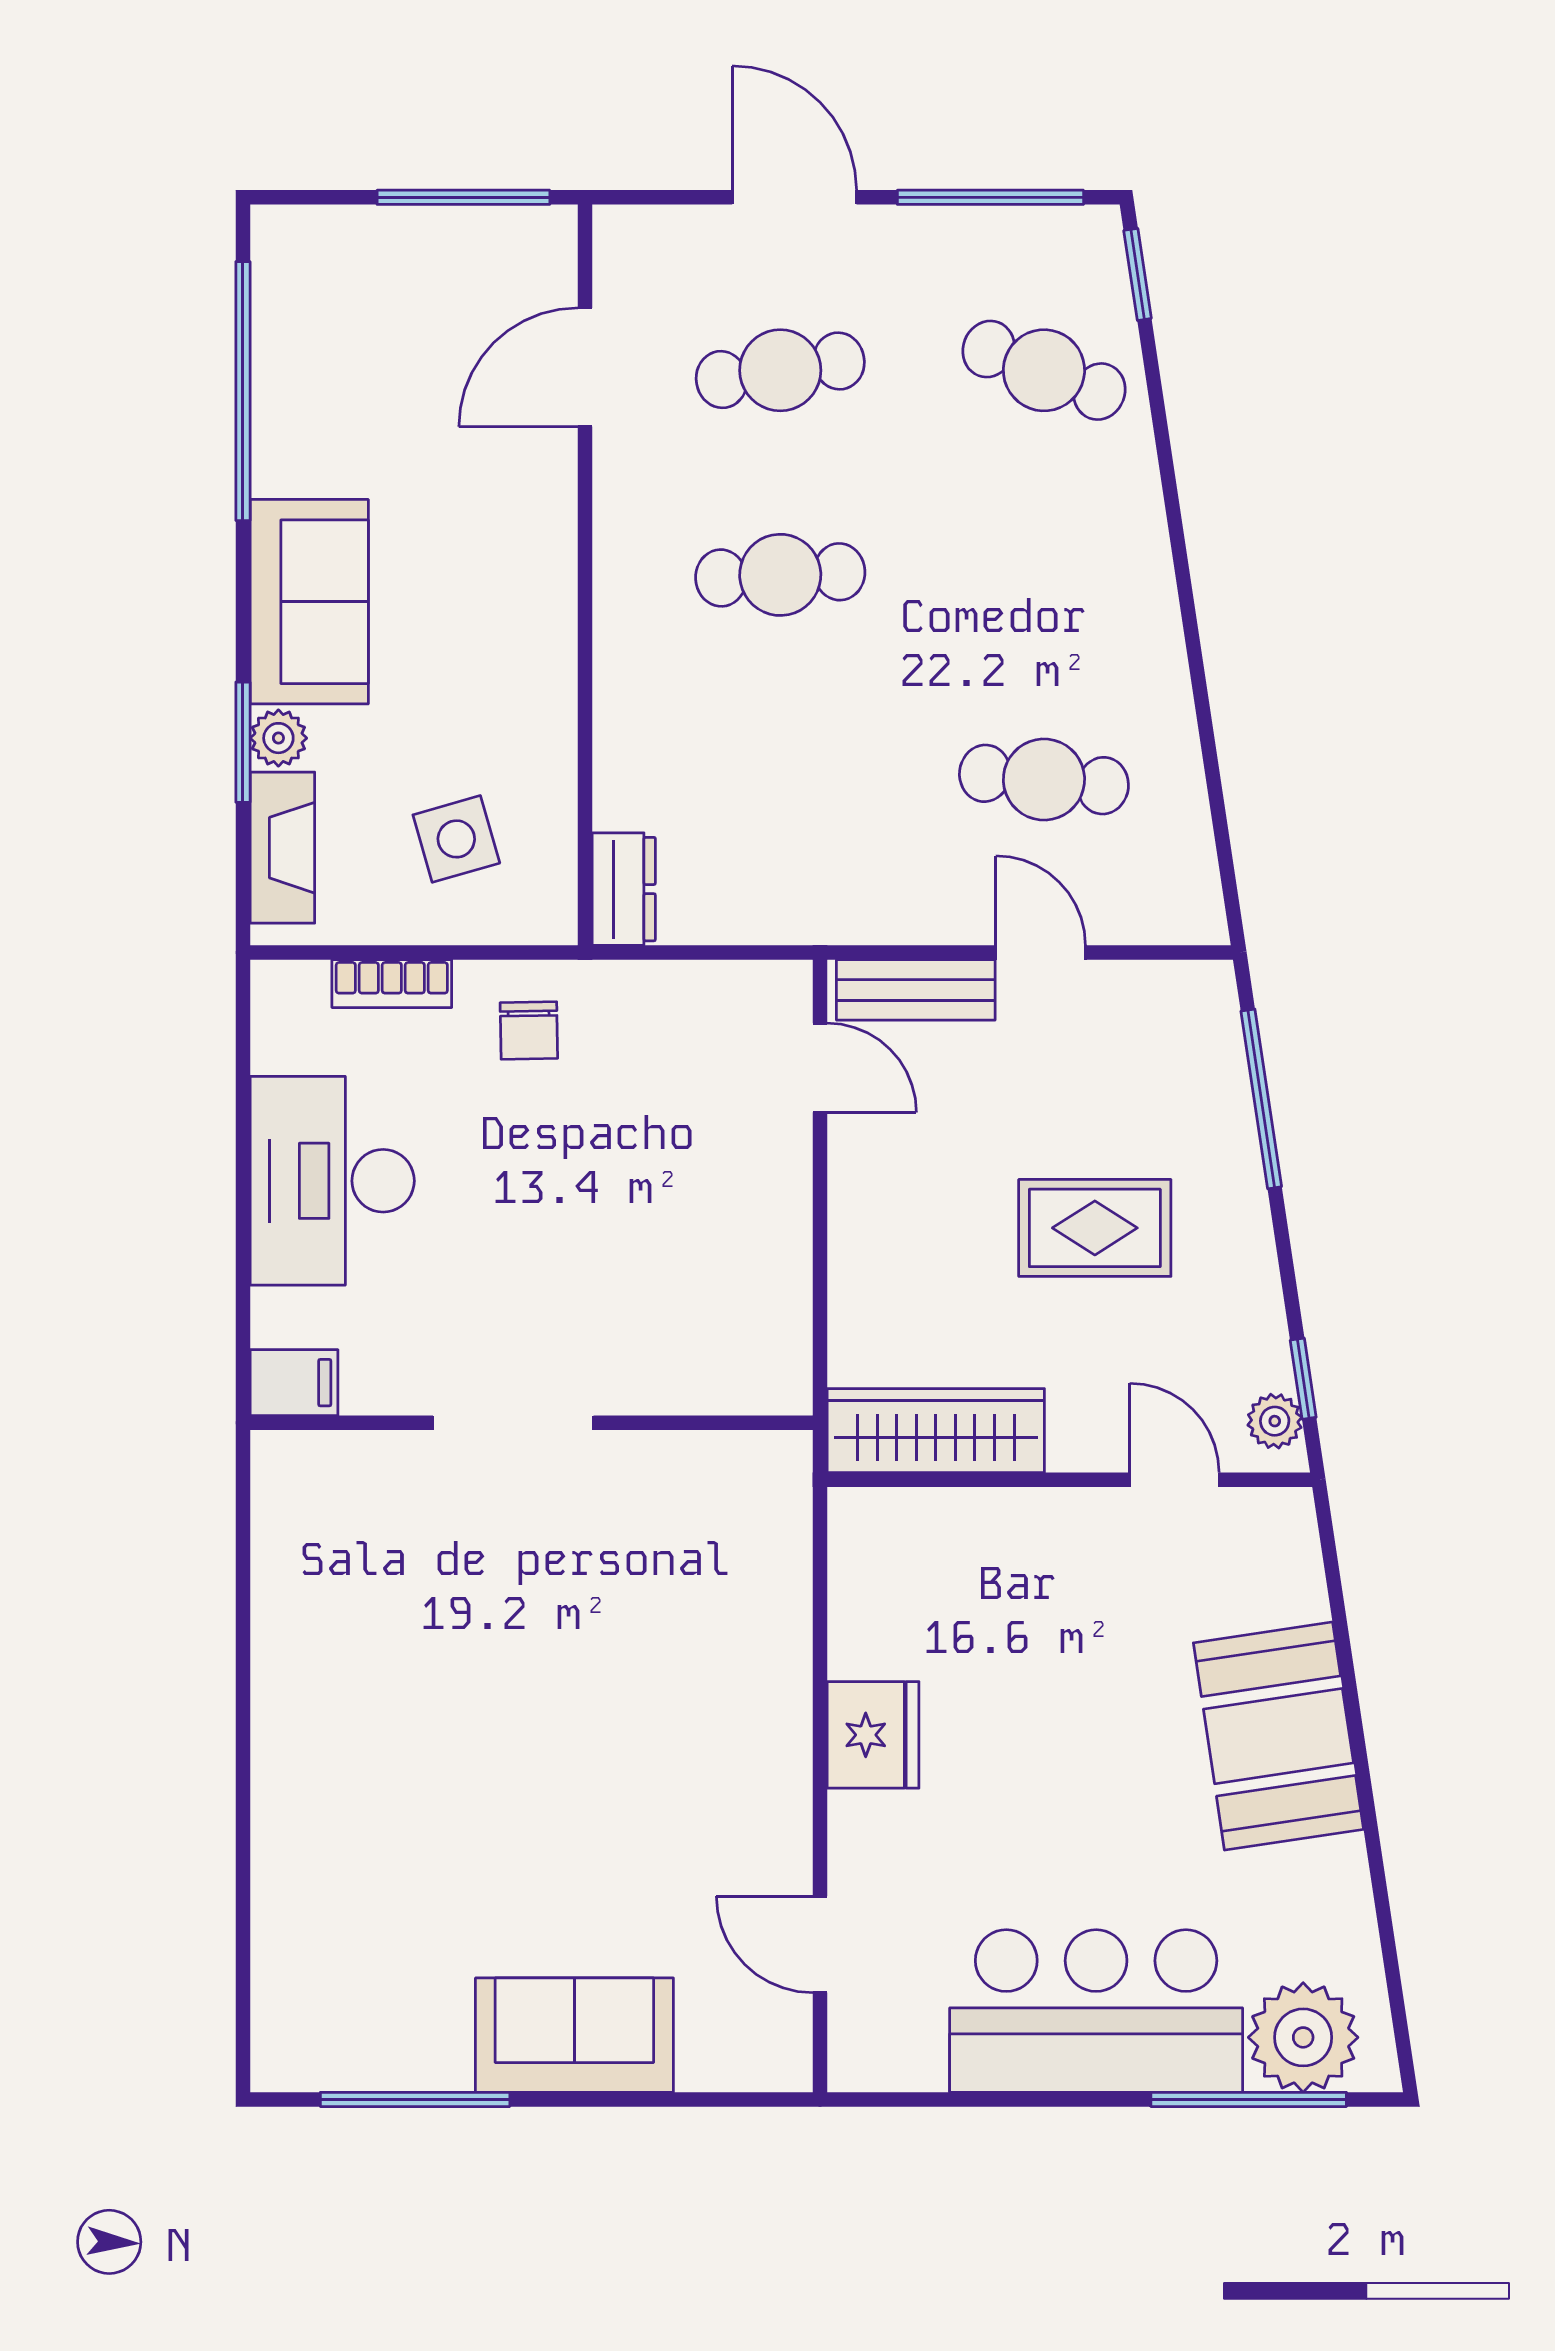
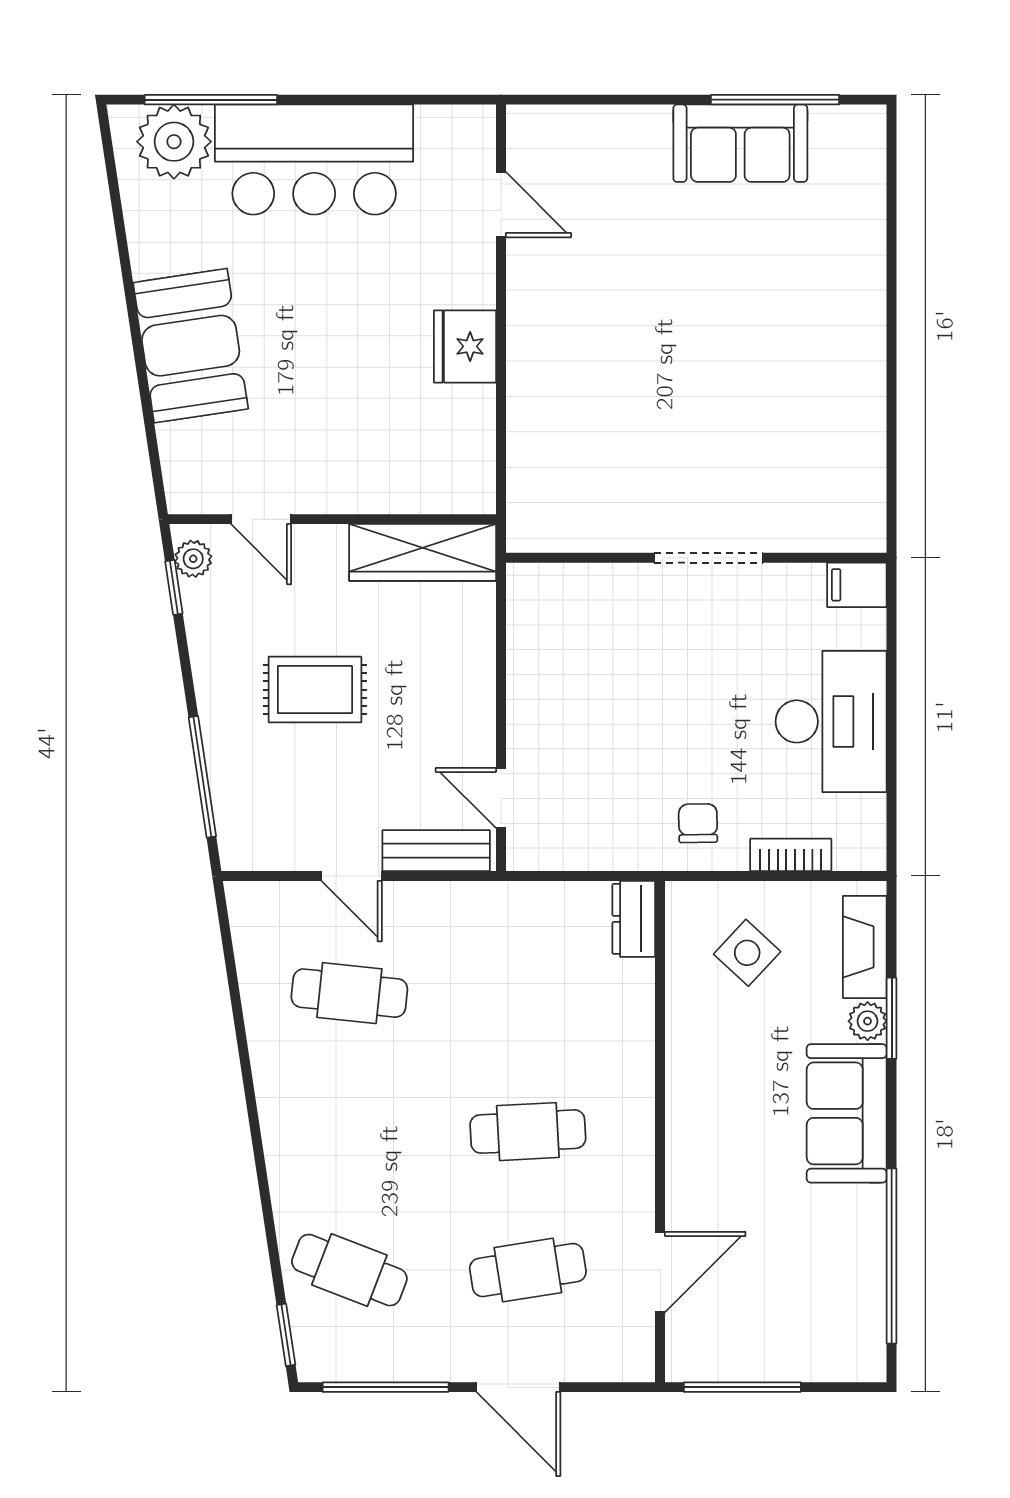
side table: (456, 839) -> (747, 953), turned -31
sofa: (574, 2035) -> (740, 143), moved

